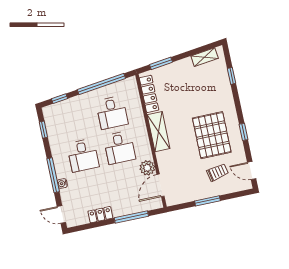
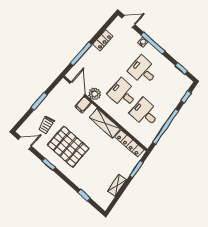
shelving: (205, 57) -> (117, 185), moved
filing cabinet: (167, 166) -> (83, 105), added

